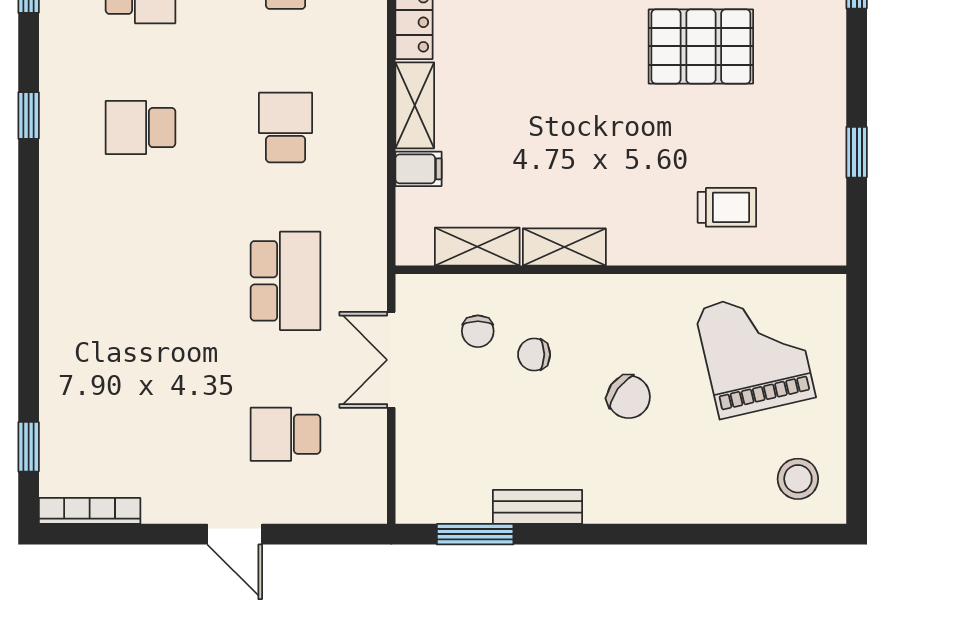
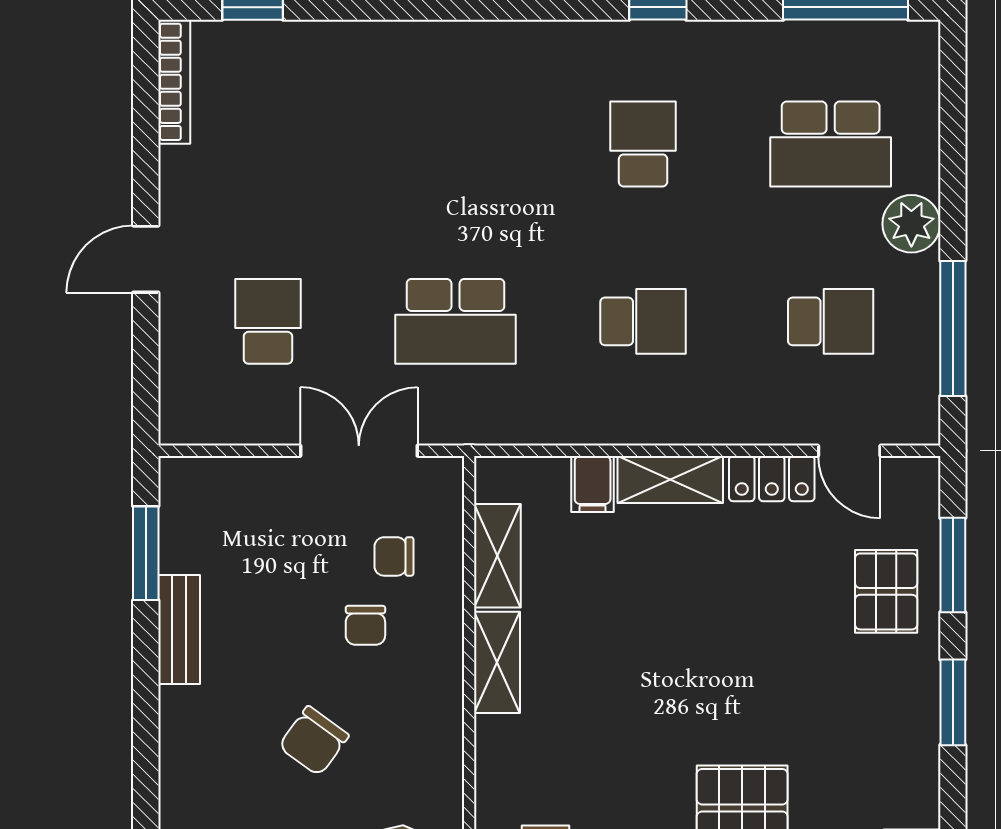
chair: (534, 354) -> (365, 625), turned 180

